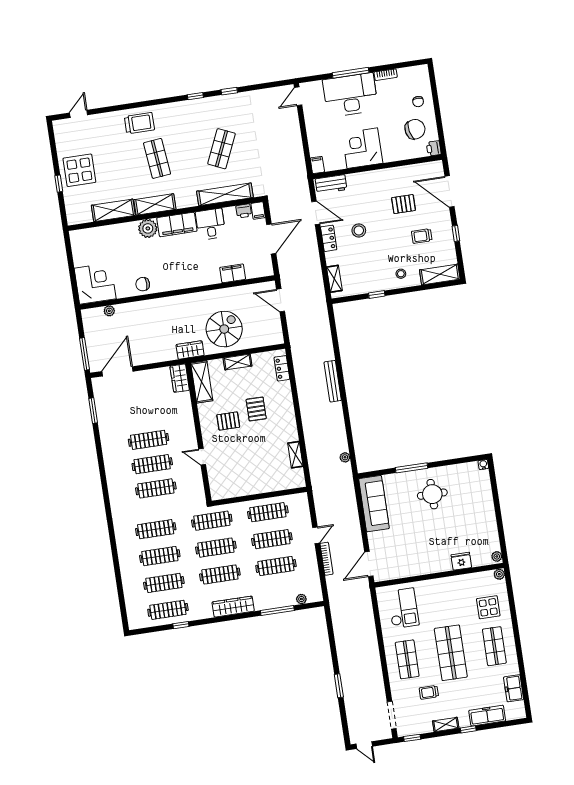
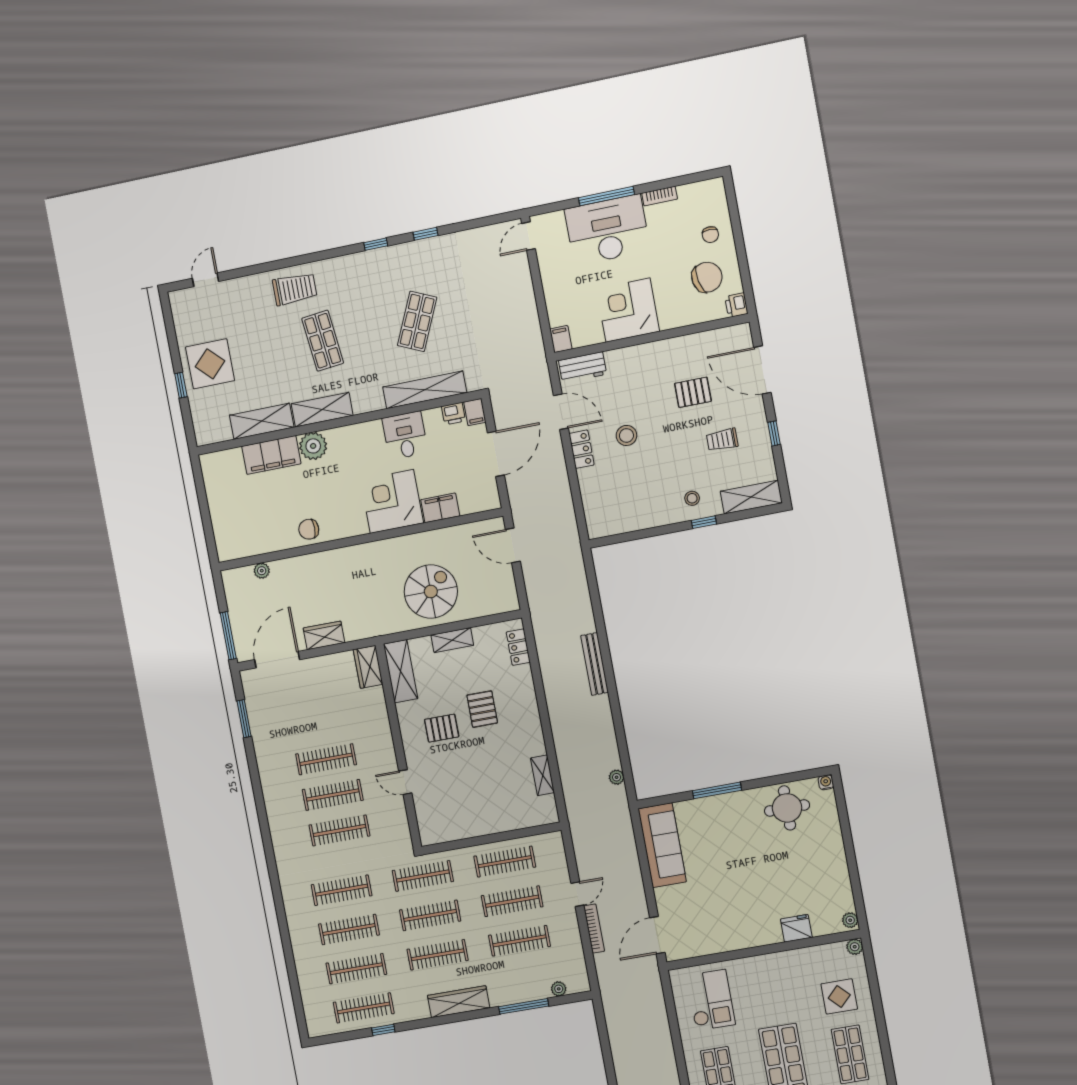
filing cabinet: (177, 224) -> (271, 455), moved
shelving: (334, 279) -> (592, 510), removed
corner desk: (95, 284) -> (392, 501), moved, turned -90
window: (377, 295) -> (704, 522), moved
wardrobe: (190, 350) -> (324, 635), moved
round table: (432, 494) -> (787, 808), moved

